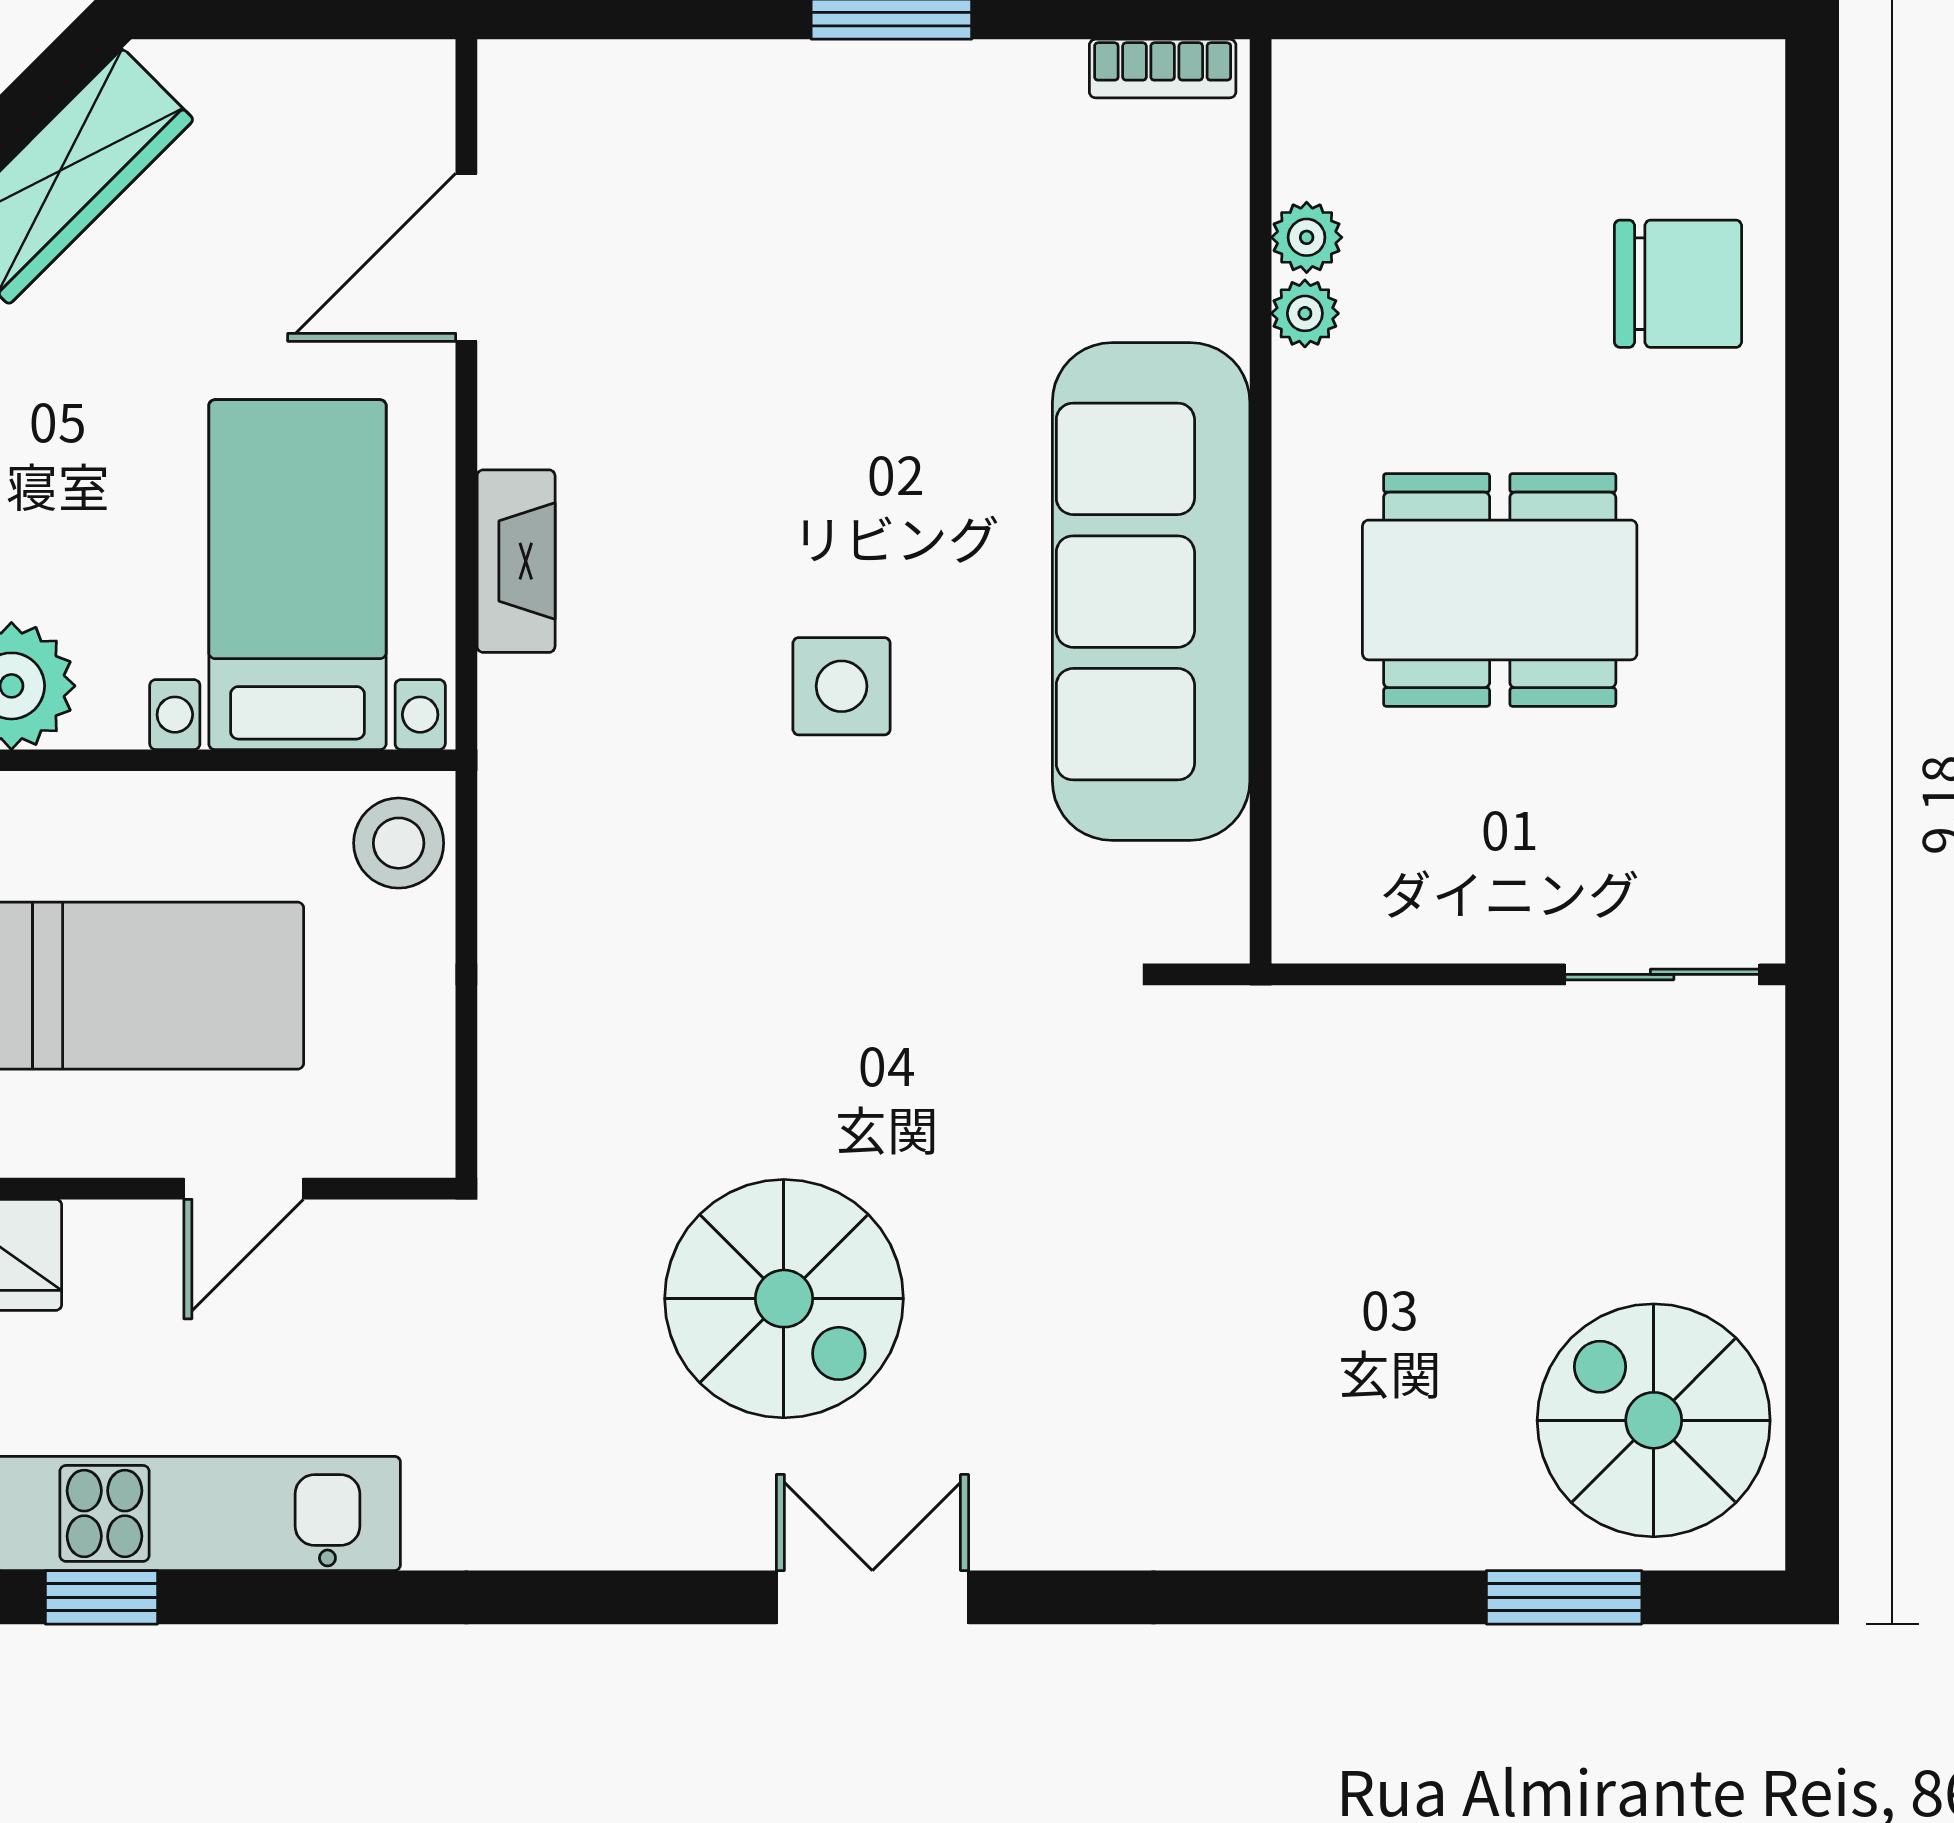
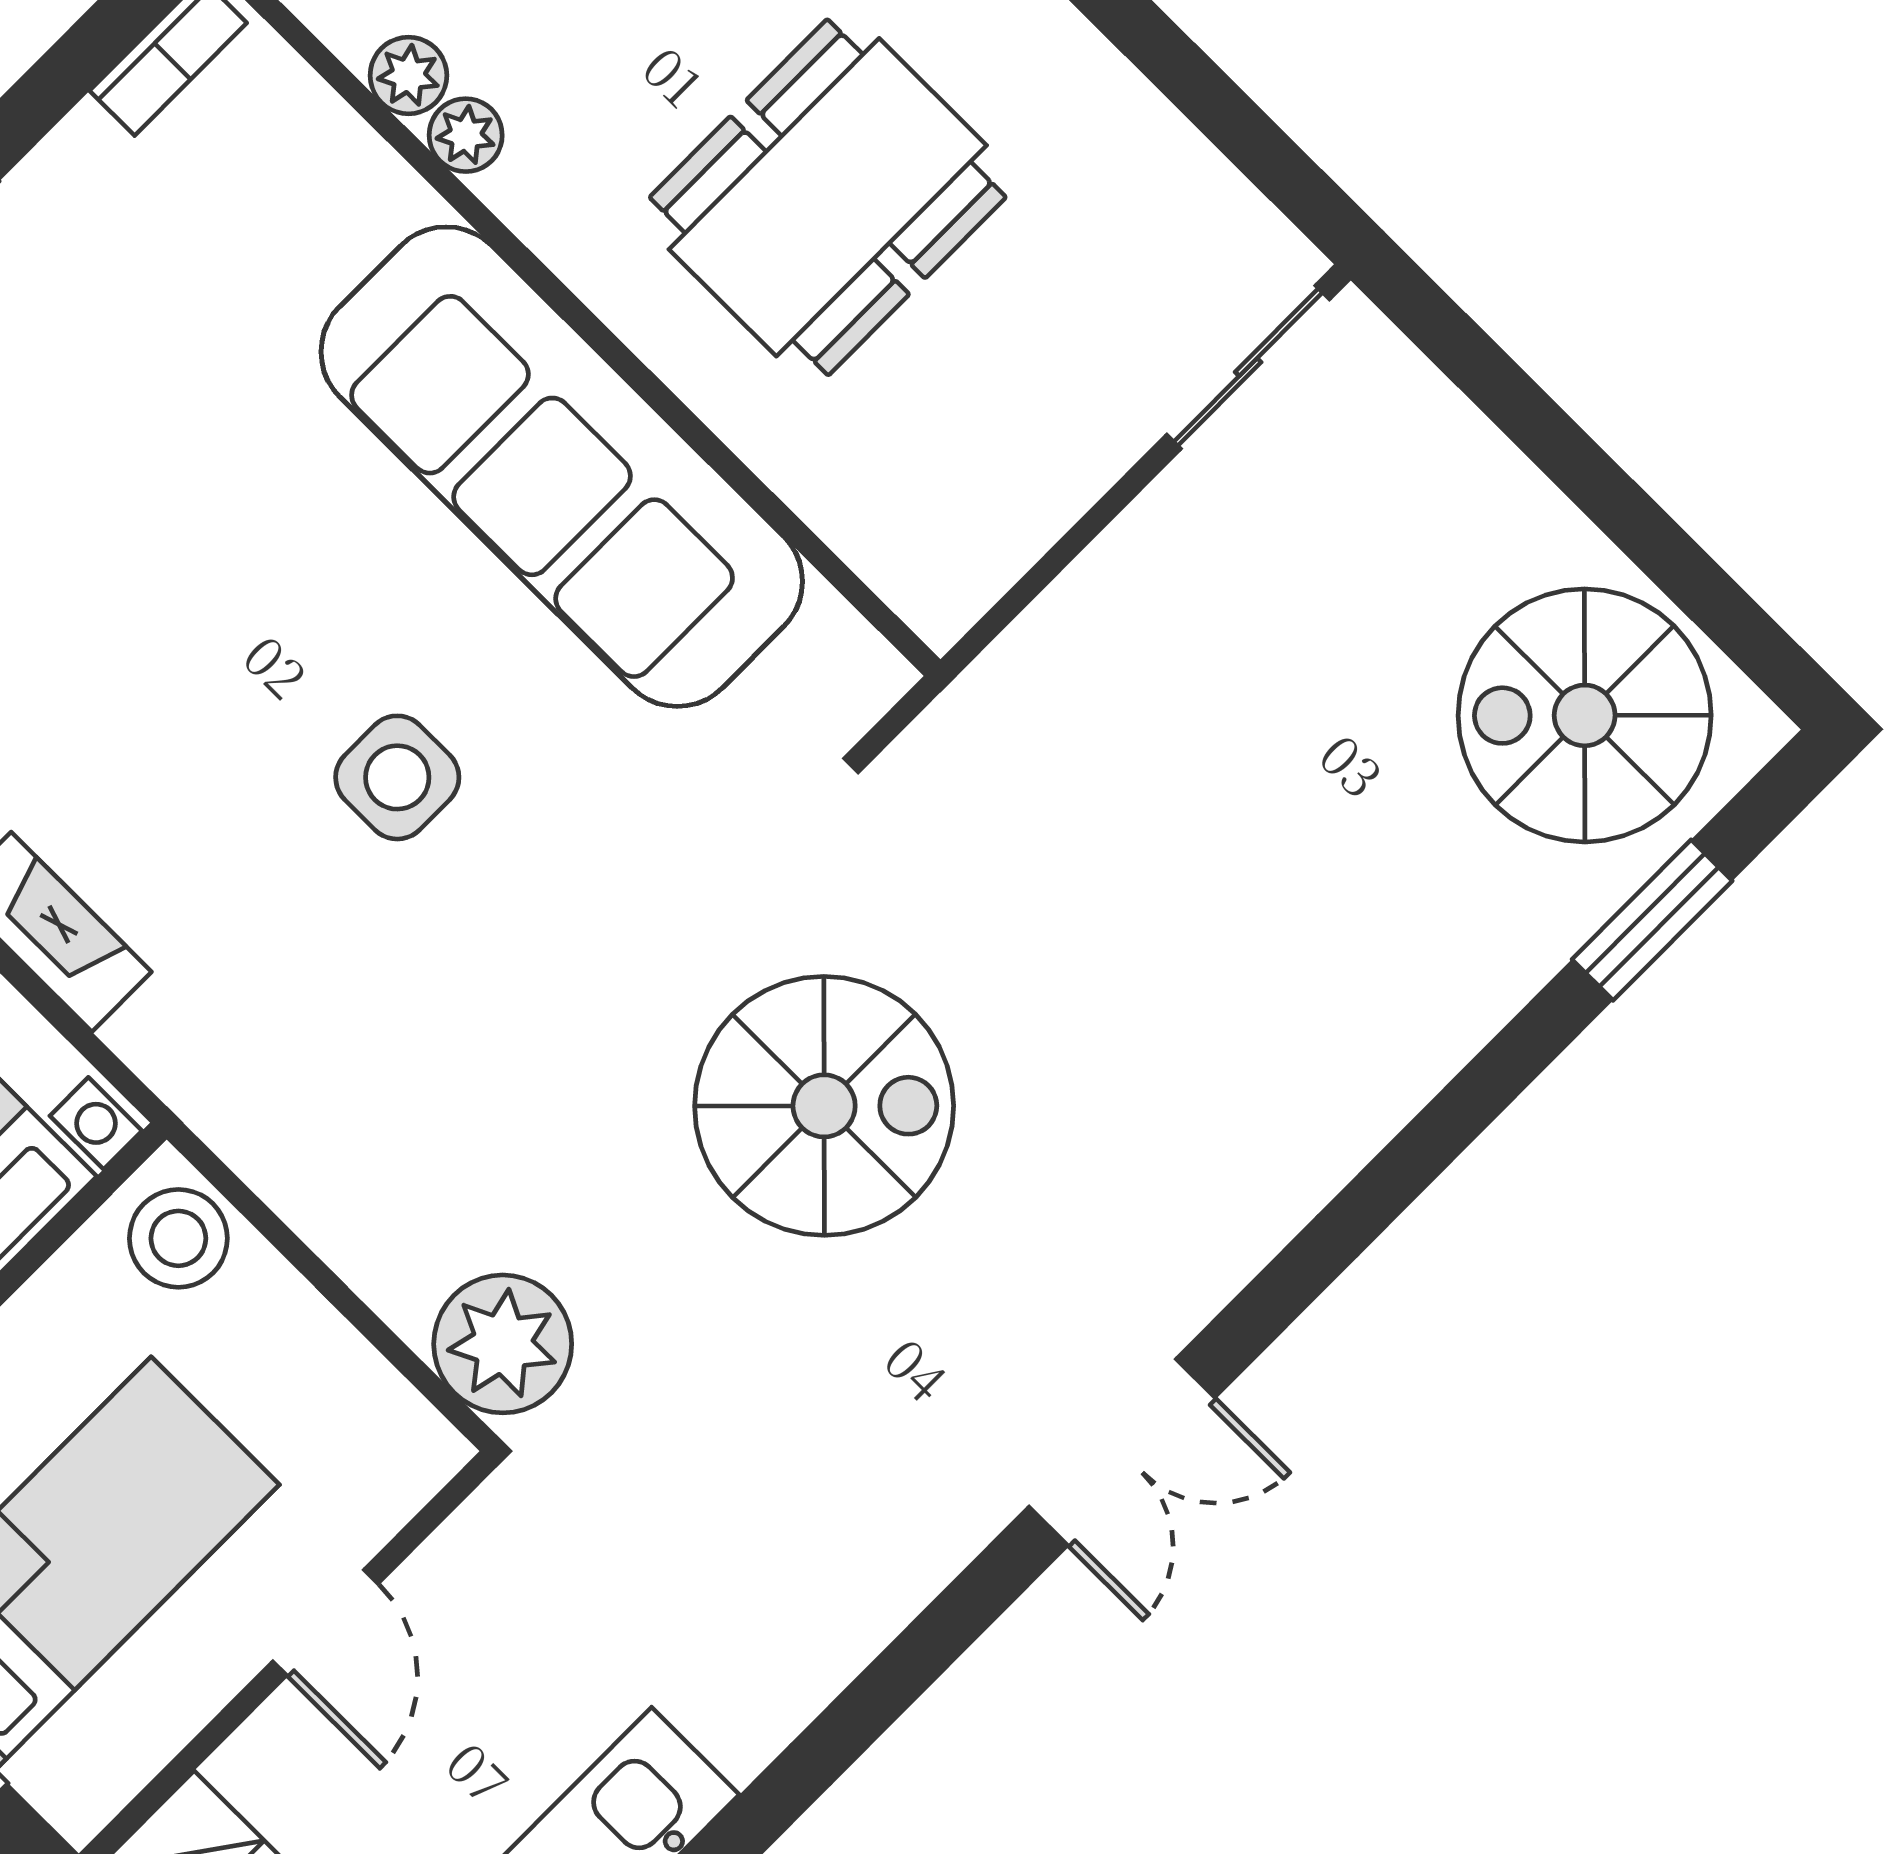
plant: (541, 1123) -> (503, 1344), added
spiral stairs: (784, 1299) -> (824, 1106), moved
double door: (872, 1597) -> (1122, 1452), swing flipped

